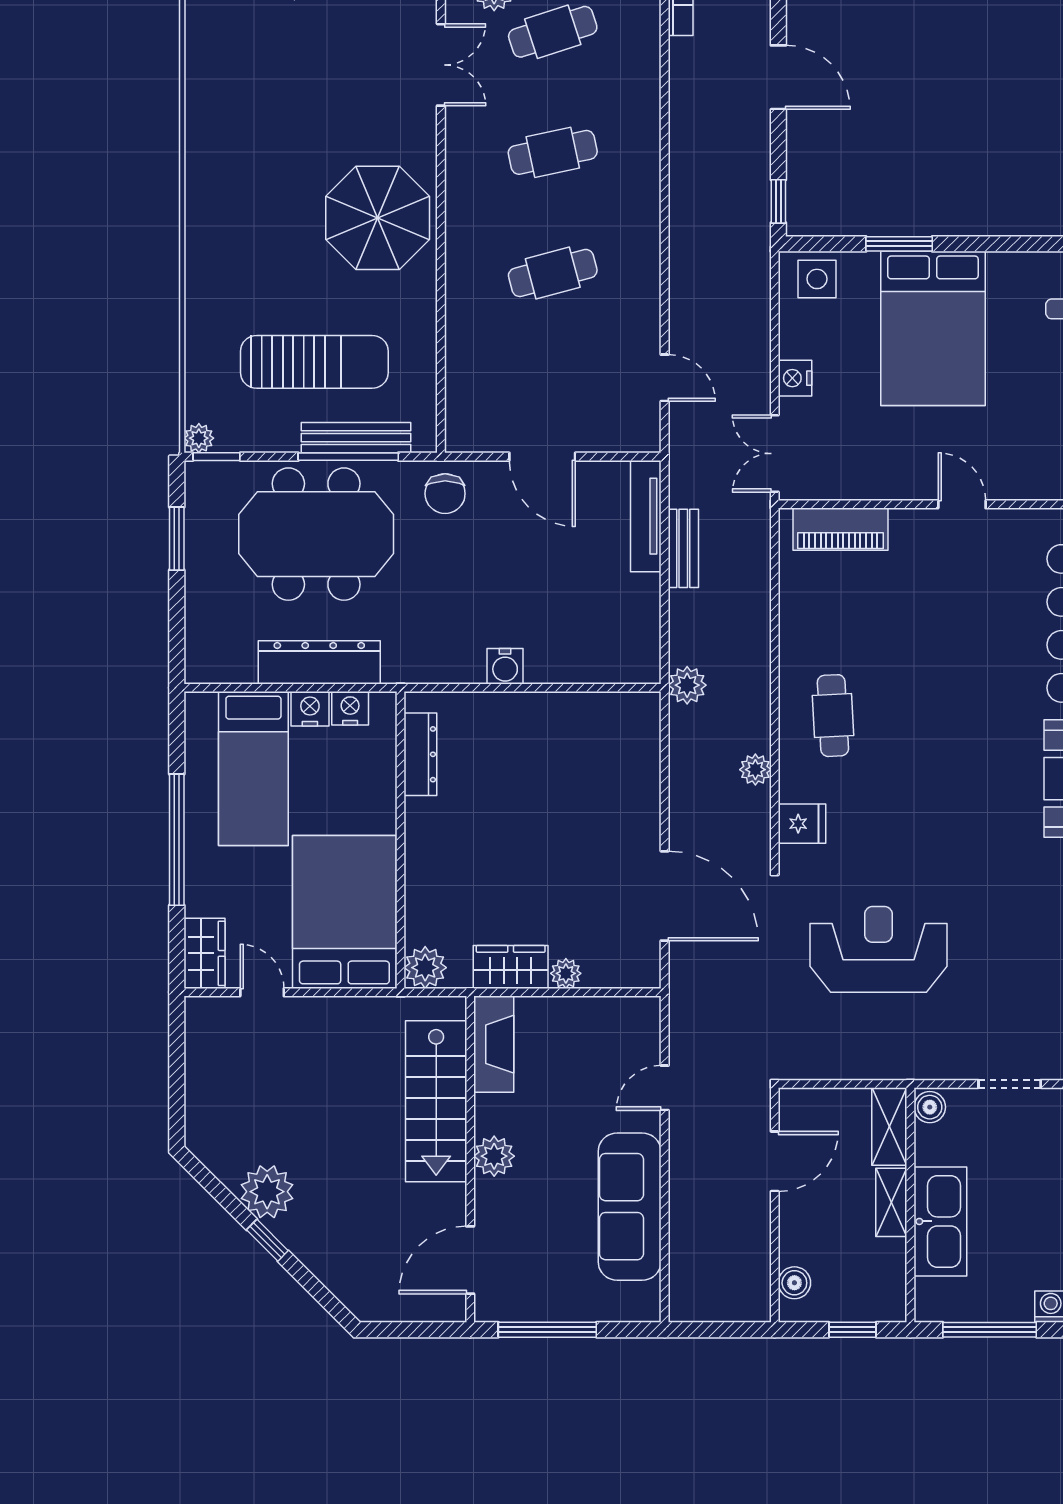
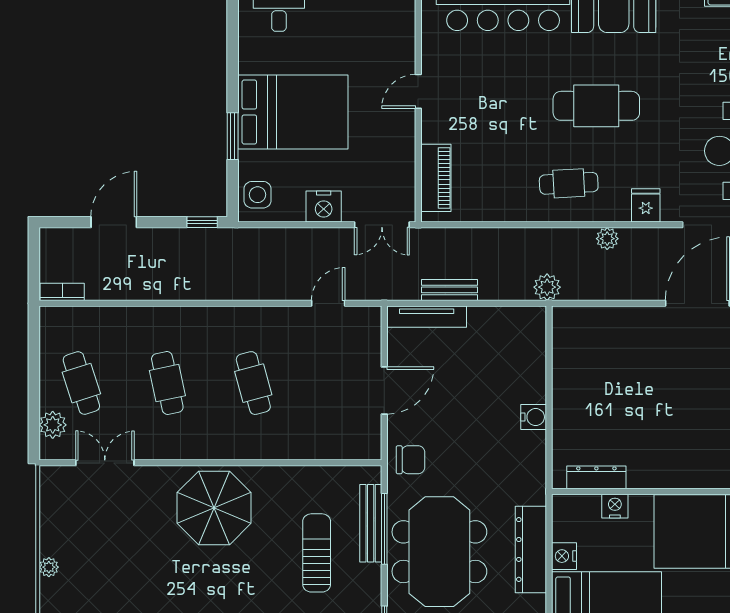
sun lounger: (314, 362) -> (317, 553), width x0.73, depth x0.75
nightstand: (795, 378) -> (324, 206), width x1.36, depth x1.33
nightstand: (350, 708) -> (615, 506), moved, turned 90
cafe table: (942, 754) -> (596, 106), added

